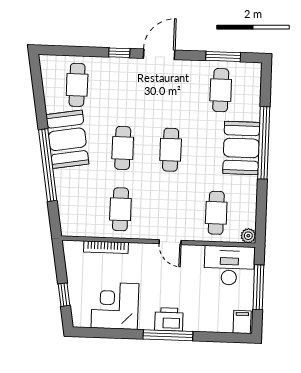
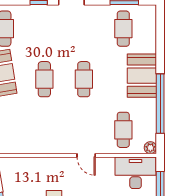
window: (264, 143) -> (160, 104), moved
cafe table: (120, 209) -> (44, 130), removed
bookcase: (106, 247) -> (33, 161), removed

